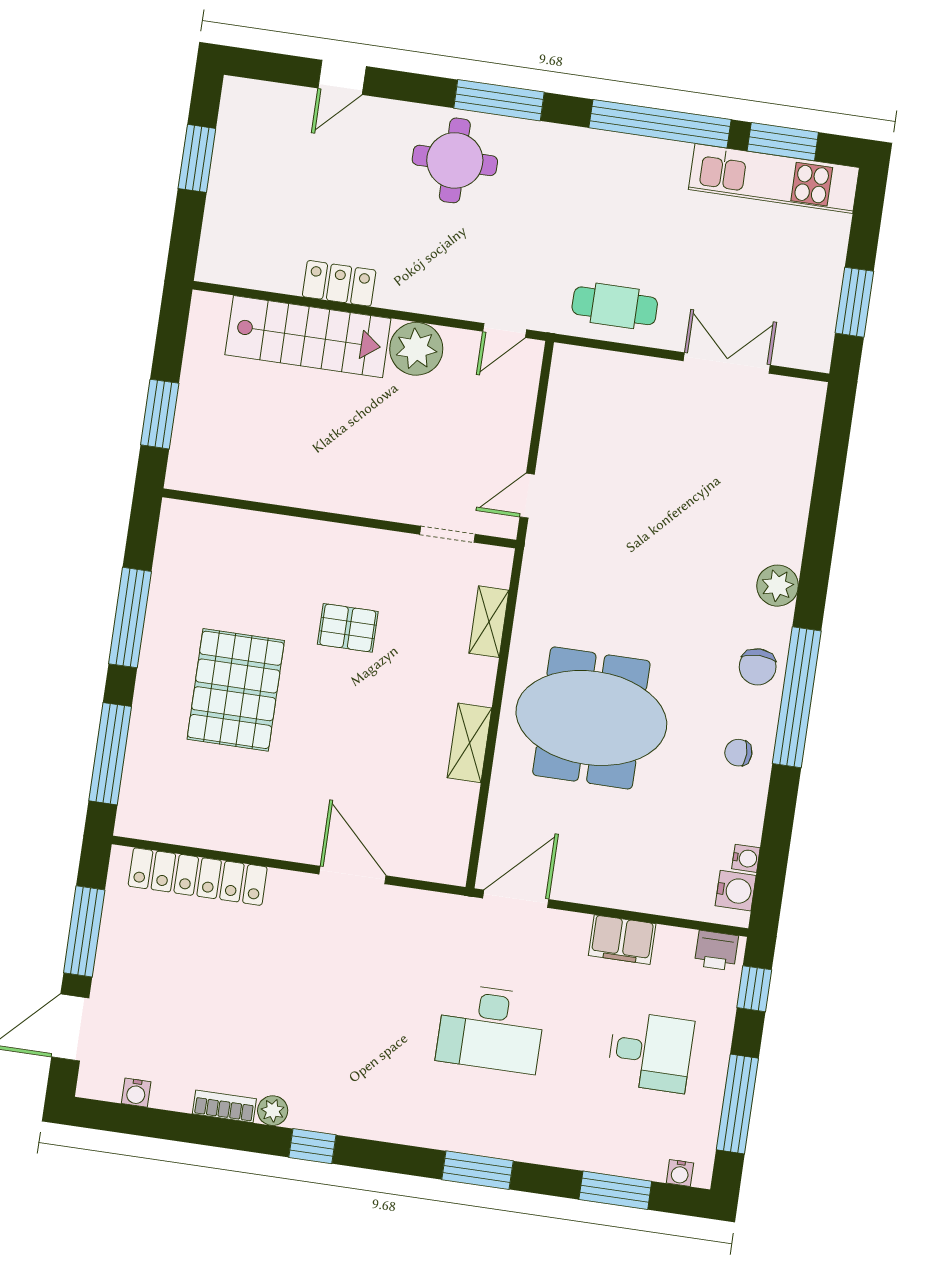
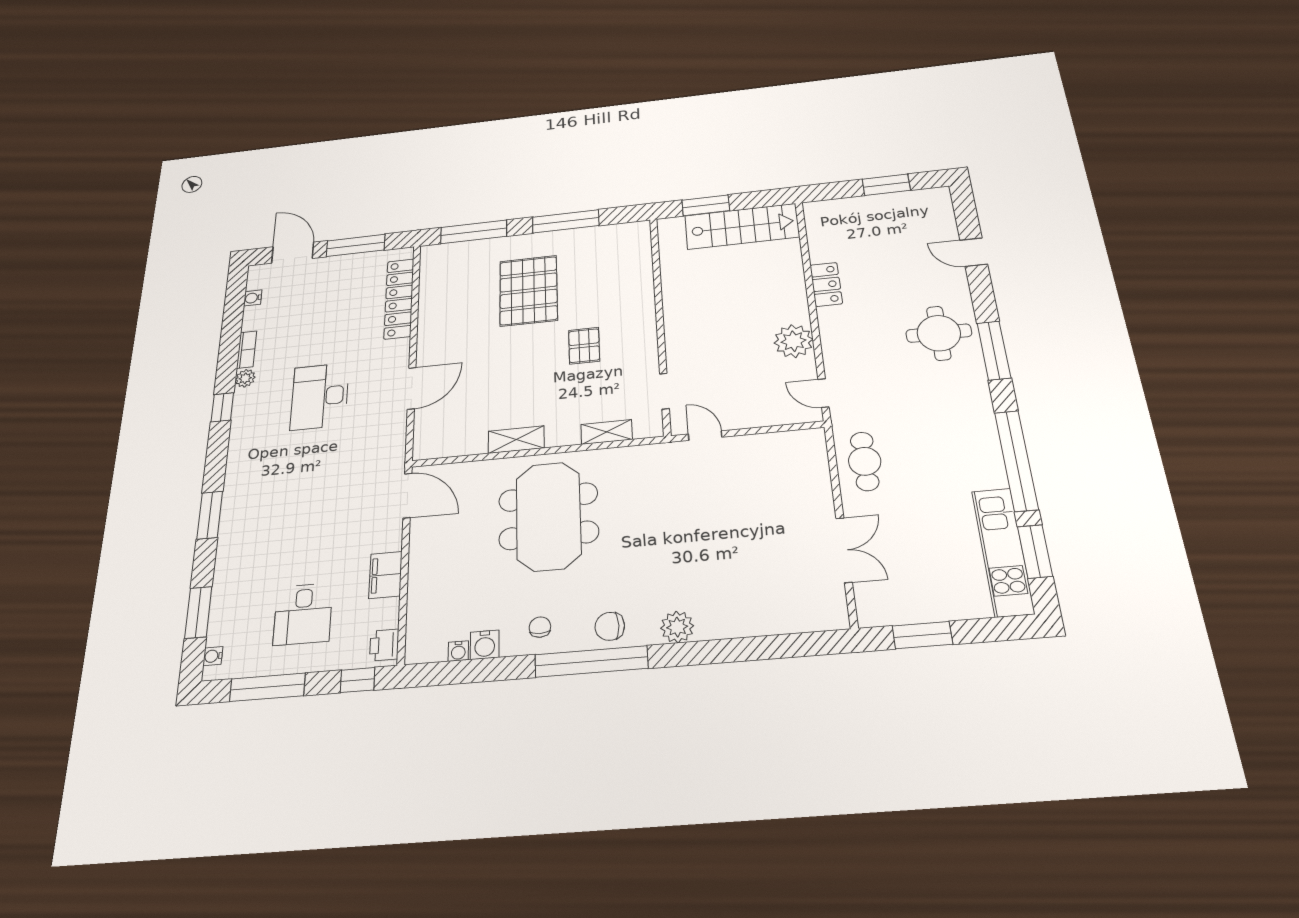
stairs: (308, 337) -> (742, 226), moved, turned -90
pallet: (236, 690) -> (528, 291), turned 90
water cooler: (736, 891) -> (485, 645), moved
desk: (491, 1028) -> (320, 396), moved

